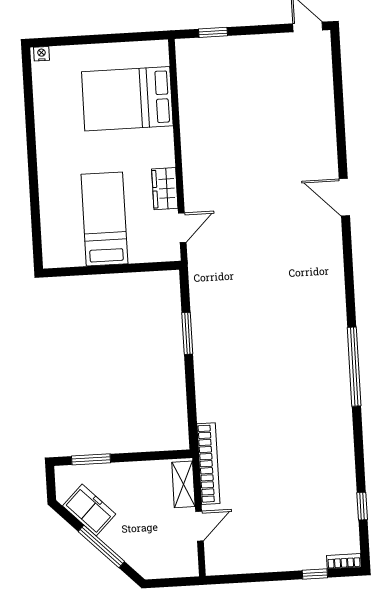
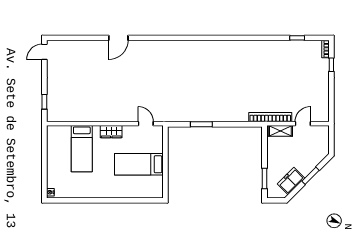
bed: (127, 99) -> (82, 149), width x0.67
wardrobe: (165, 189) -> (111, 132), moved
door: (344, 197) -> (118, 38), moved
window: (354, 367) -> (224, 38), removed
door: (199, 526) -> (303, 124), hinge flipped
window: (101, 547) -> (311, 176), width x0.69

